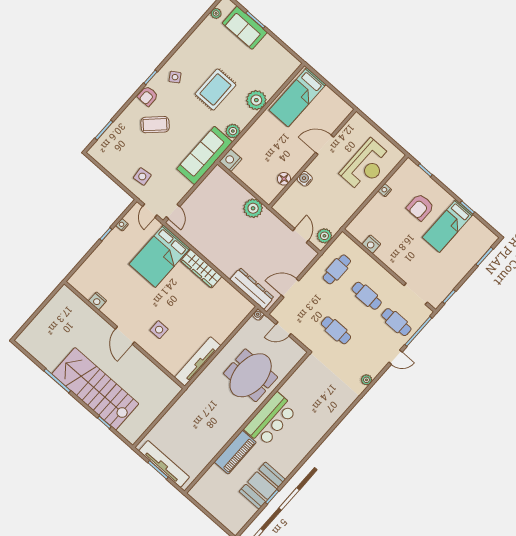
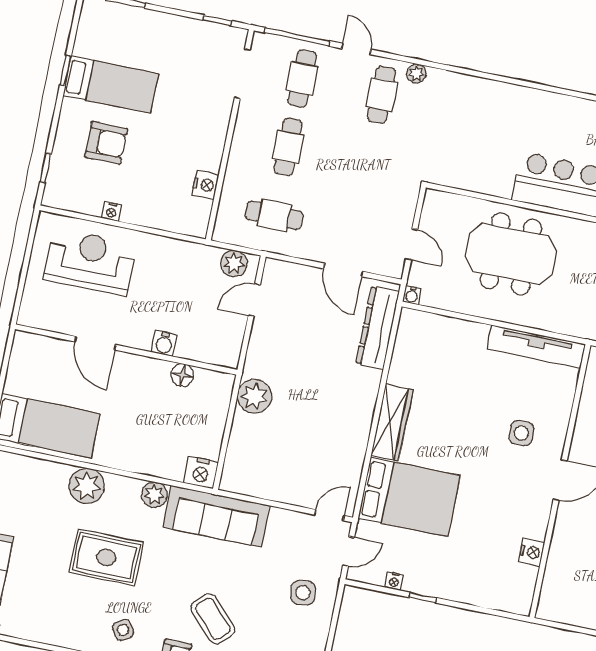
cafe table: (336, 330) -> (382, 95), moved

